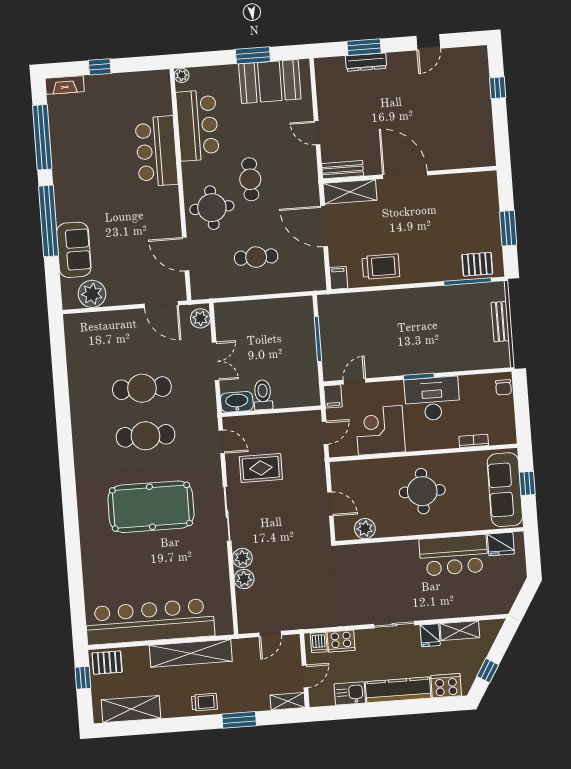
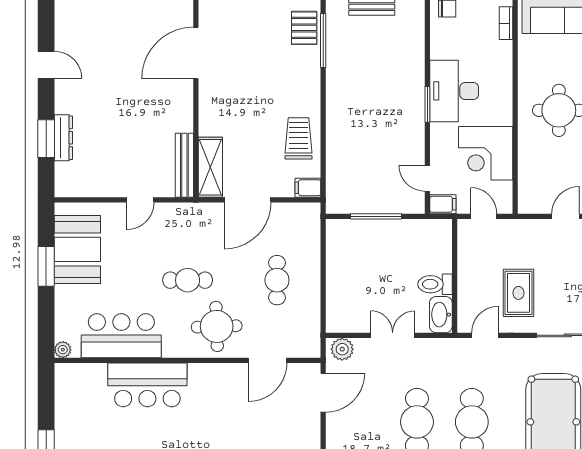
bench: (343, 170) -> (184, 165), width x1.36
door: (405, 175) -> (196, 53), moved
bookcase: (474, 441) -> (506, 23), moved

